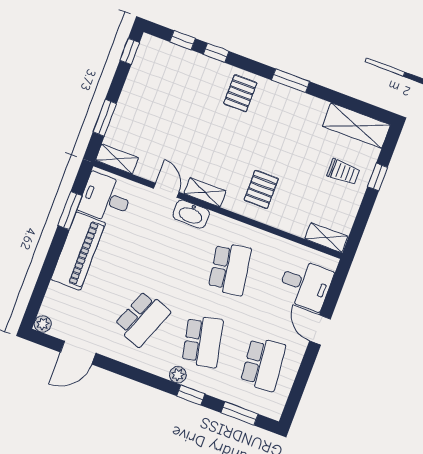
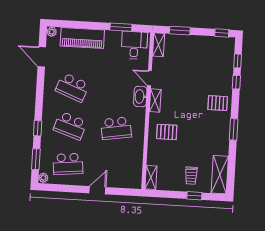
door: (166, 190) -> (149, 78), swing flipped
piano: (78, 251) -> (82, 38), moved
desk: (305, 284) -> (121, 174), removed
school desk: (203, 341) -> (70, 126), turned 30
plant: (178, 375) -> (43, 178), moved

